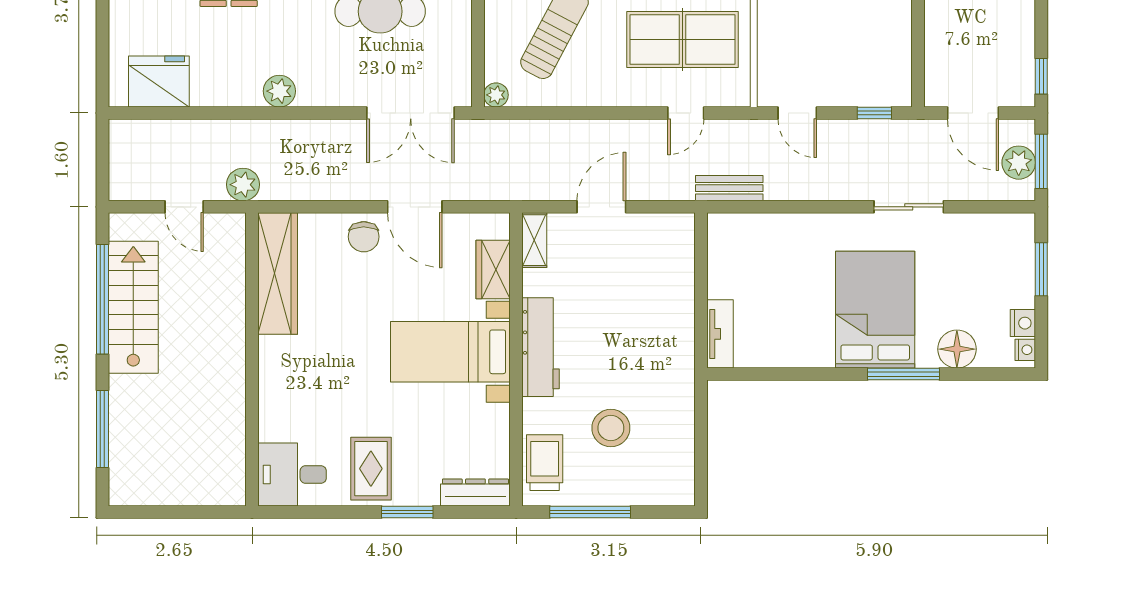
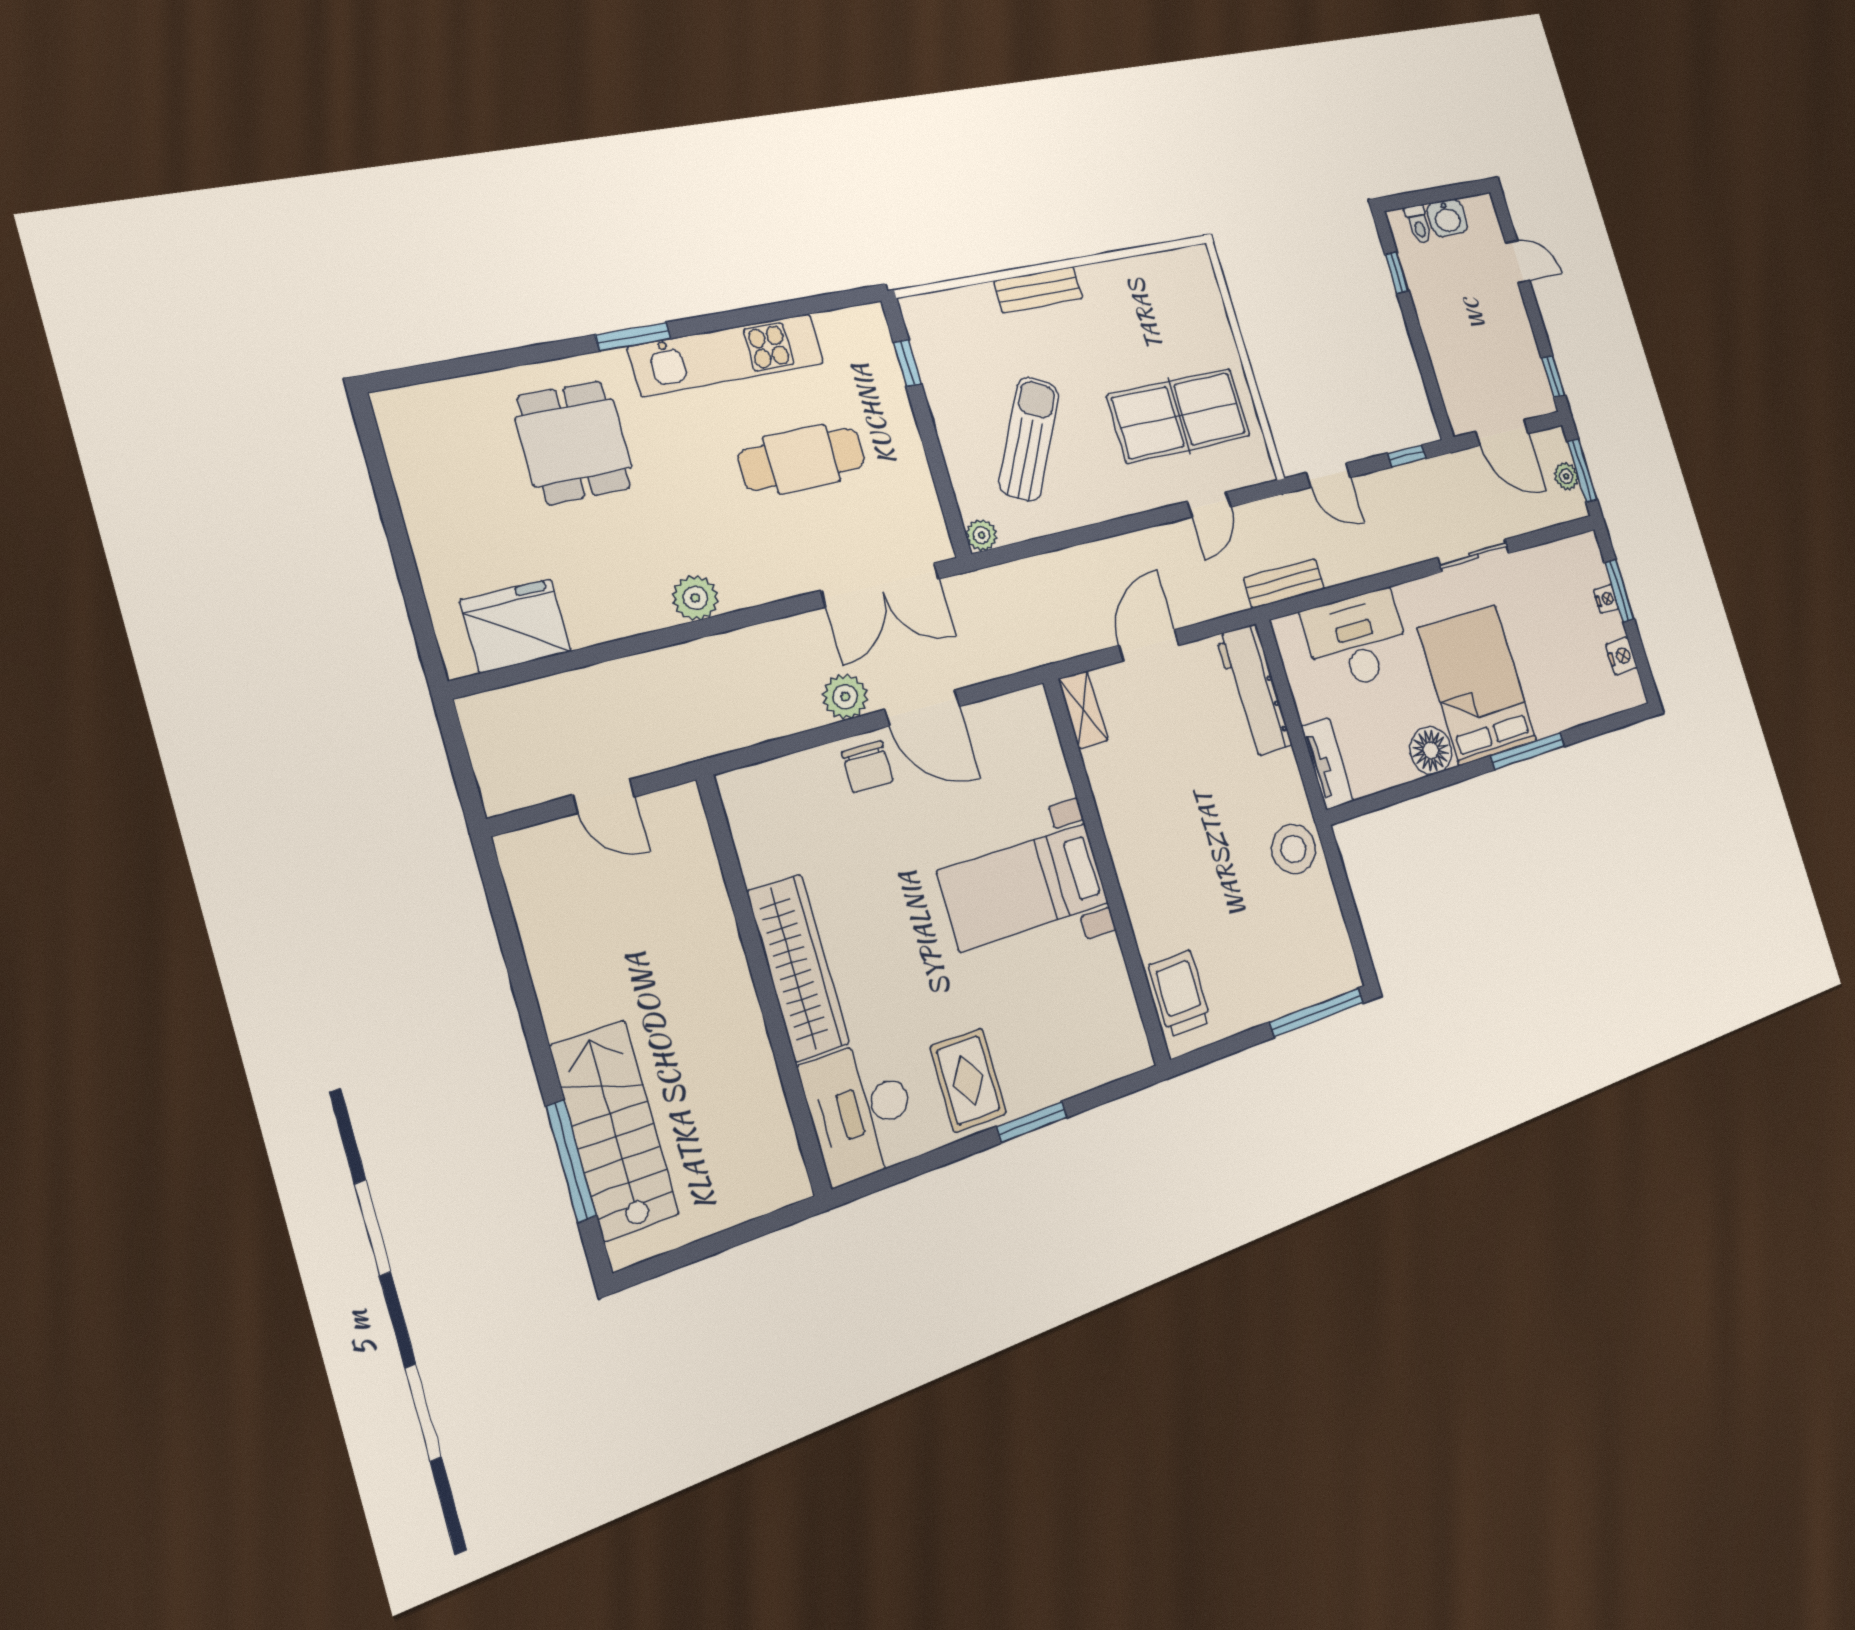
plant: (1019, 163) -> (1566, 476), width x0.73, depth x0.73
plant: (243, 185) -> (845, 697), moved
desk: (778, 247) -> (1357, 640), added
wardrobe: (493, 270) -> (1045, 762), removed
wardrobe: (278, 274) -> (798, 968), moved
window: (102, 299) -> (517, 967), removed
stairs: (133, 307) -> (614, 1130), moved
workbench: (541, 347) -> (1254, 690), moved, turned 180
floor lamp: (957, 349) -> (1431, 750), moved
nightstand: (1025, 350) -> (1606, 599), moved
stool: (611, 428) -> (1294, 849), moved
desk: (292, 475) -> (861, 1111), width x1.37
dresser: (475, 493) -> (1109, 1063), removed
window: (590, 512) -> (1317, 1013), moved

